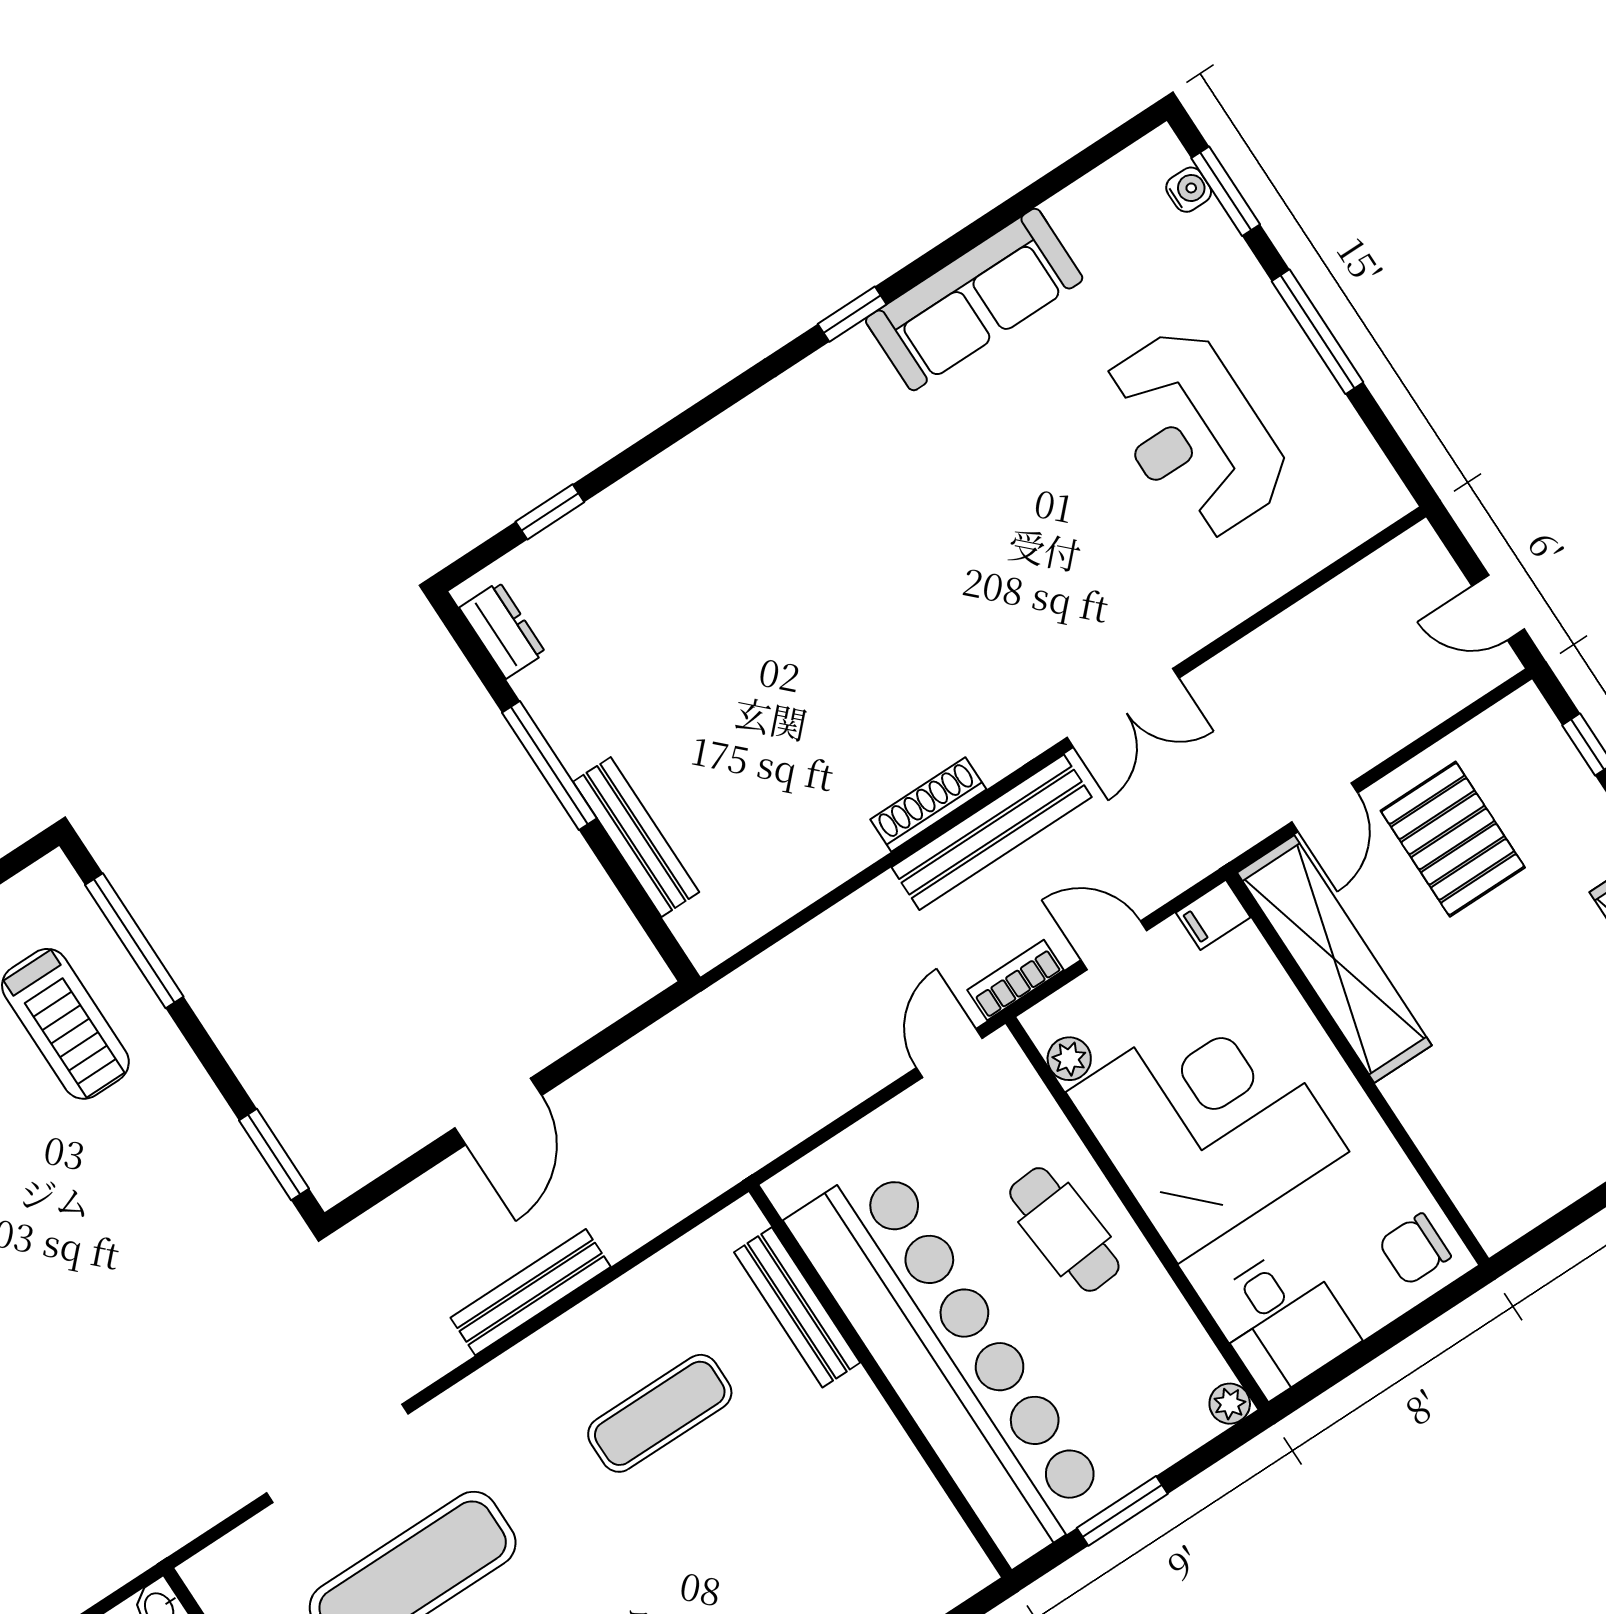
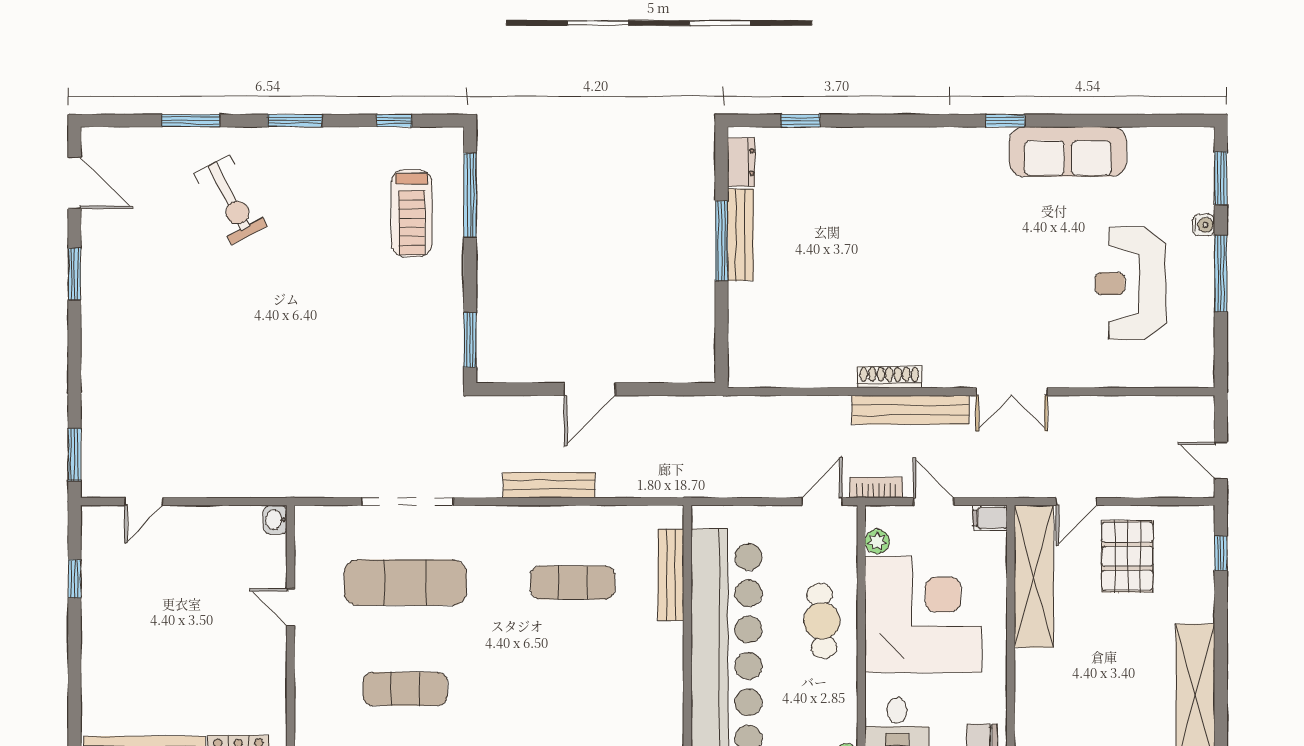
water cooler: (1189, 190) -> (1204, 225), moved
bench: (636, 837) -> (740, 235), moved

